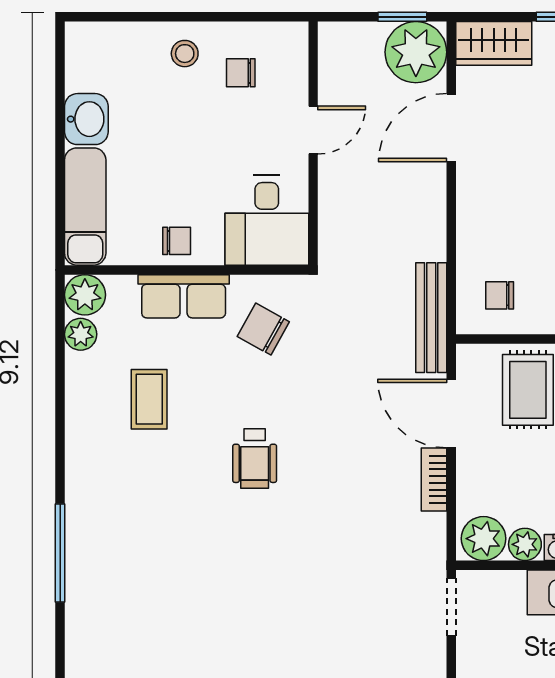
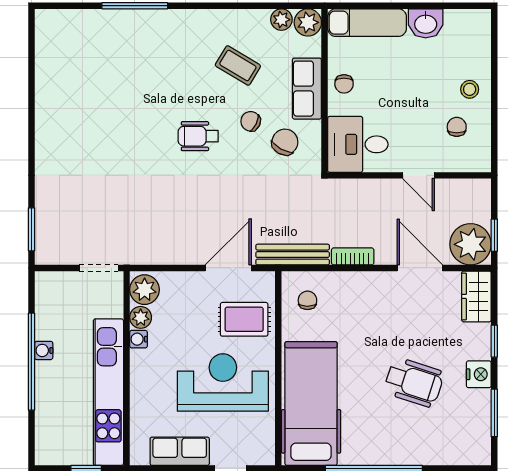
chair: (232, 380) -> (251, 121), added
coffee table: (149, 399) -> (238, 65), turned 31
bookcase: (434, 480) -> (353, 256), moved

